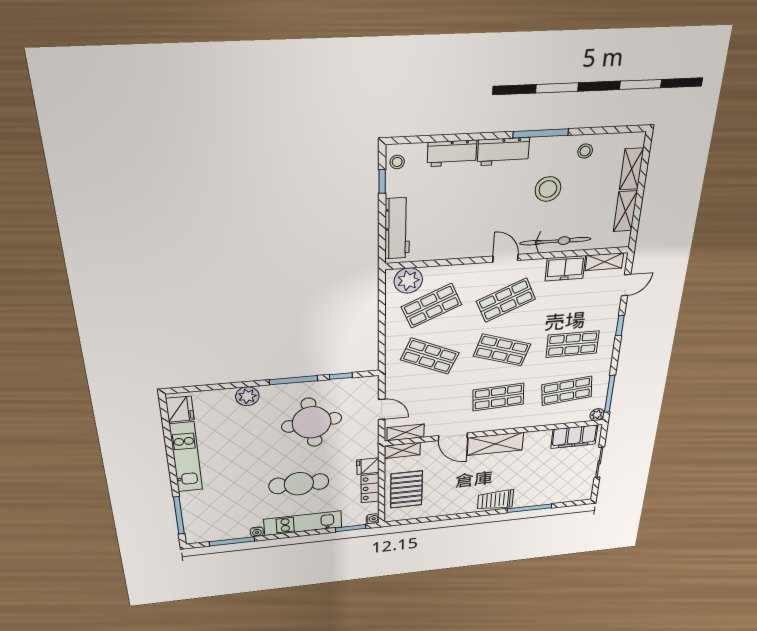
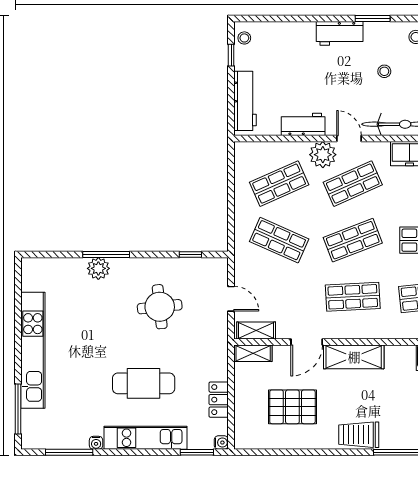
window: (541, 133) -> (373, 19), width x0.69
workbench: (452, 153) -> (303, 124), moved, turned 180
stool: (548, 189) -> (384, 71), width x0.53, depth x0.53
plant: (408, 280) -> (323, 155), moved
shop shelf: (502, 350) -> (353, 240), turned -39
window: (294, 380) -> (106, 254), moved
fridge: (180, 409) -> (33, 277), removed
round table: (312, 422) -> (160, 307), width x0.73, depth x0.73
door: (453, 437) -> (307, 342), hinge flipped
kitchen unit: (186, 457) -> (33, 350), width x1.36
fridge: (368, 466) -> (217, 369), removed
pallet: (406, 489) -> (292, 407), moved, turned 90

